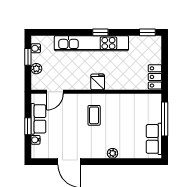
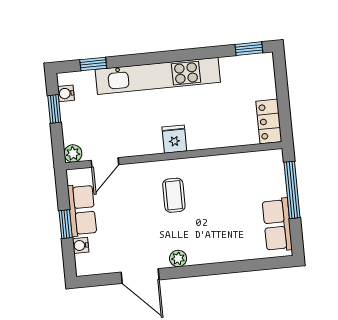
window: (100, 32) -> (93, 64), moved
plant: (36, 69) -> (73, 153), moved
plant: (113, 153) -> (178, 258), moved

